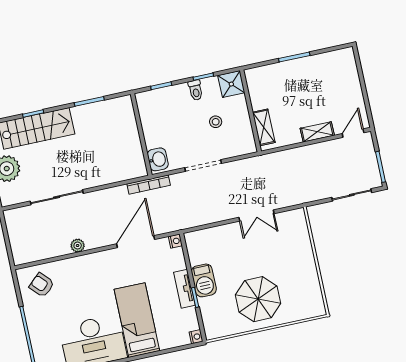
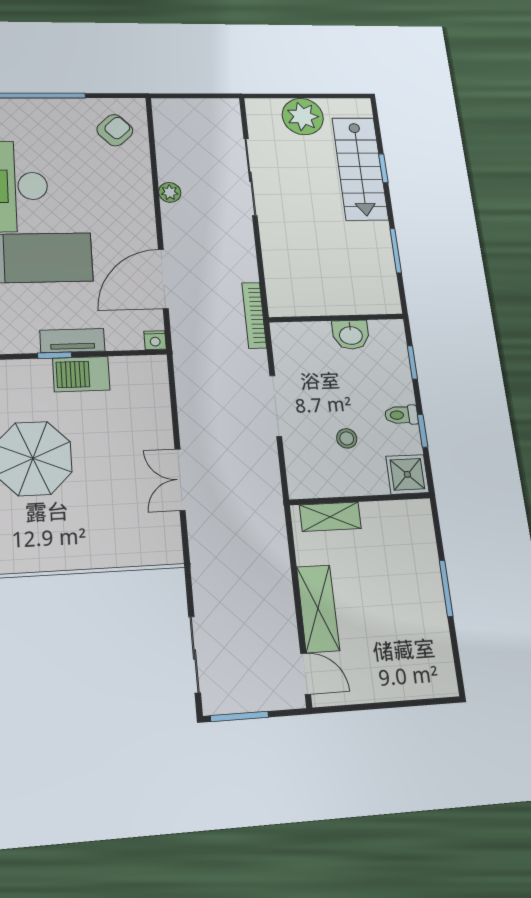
shelving: (317, 132) -> (318, 609), width x1.50, depth x1.33
washbasin: (158, 159) -> (351, 335), moved
door: (136, 242) -> (163, 279), swing flipped

